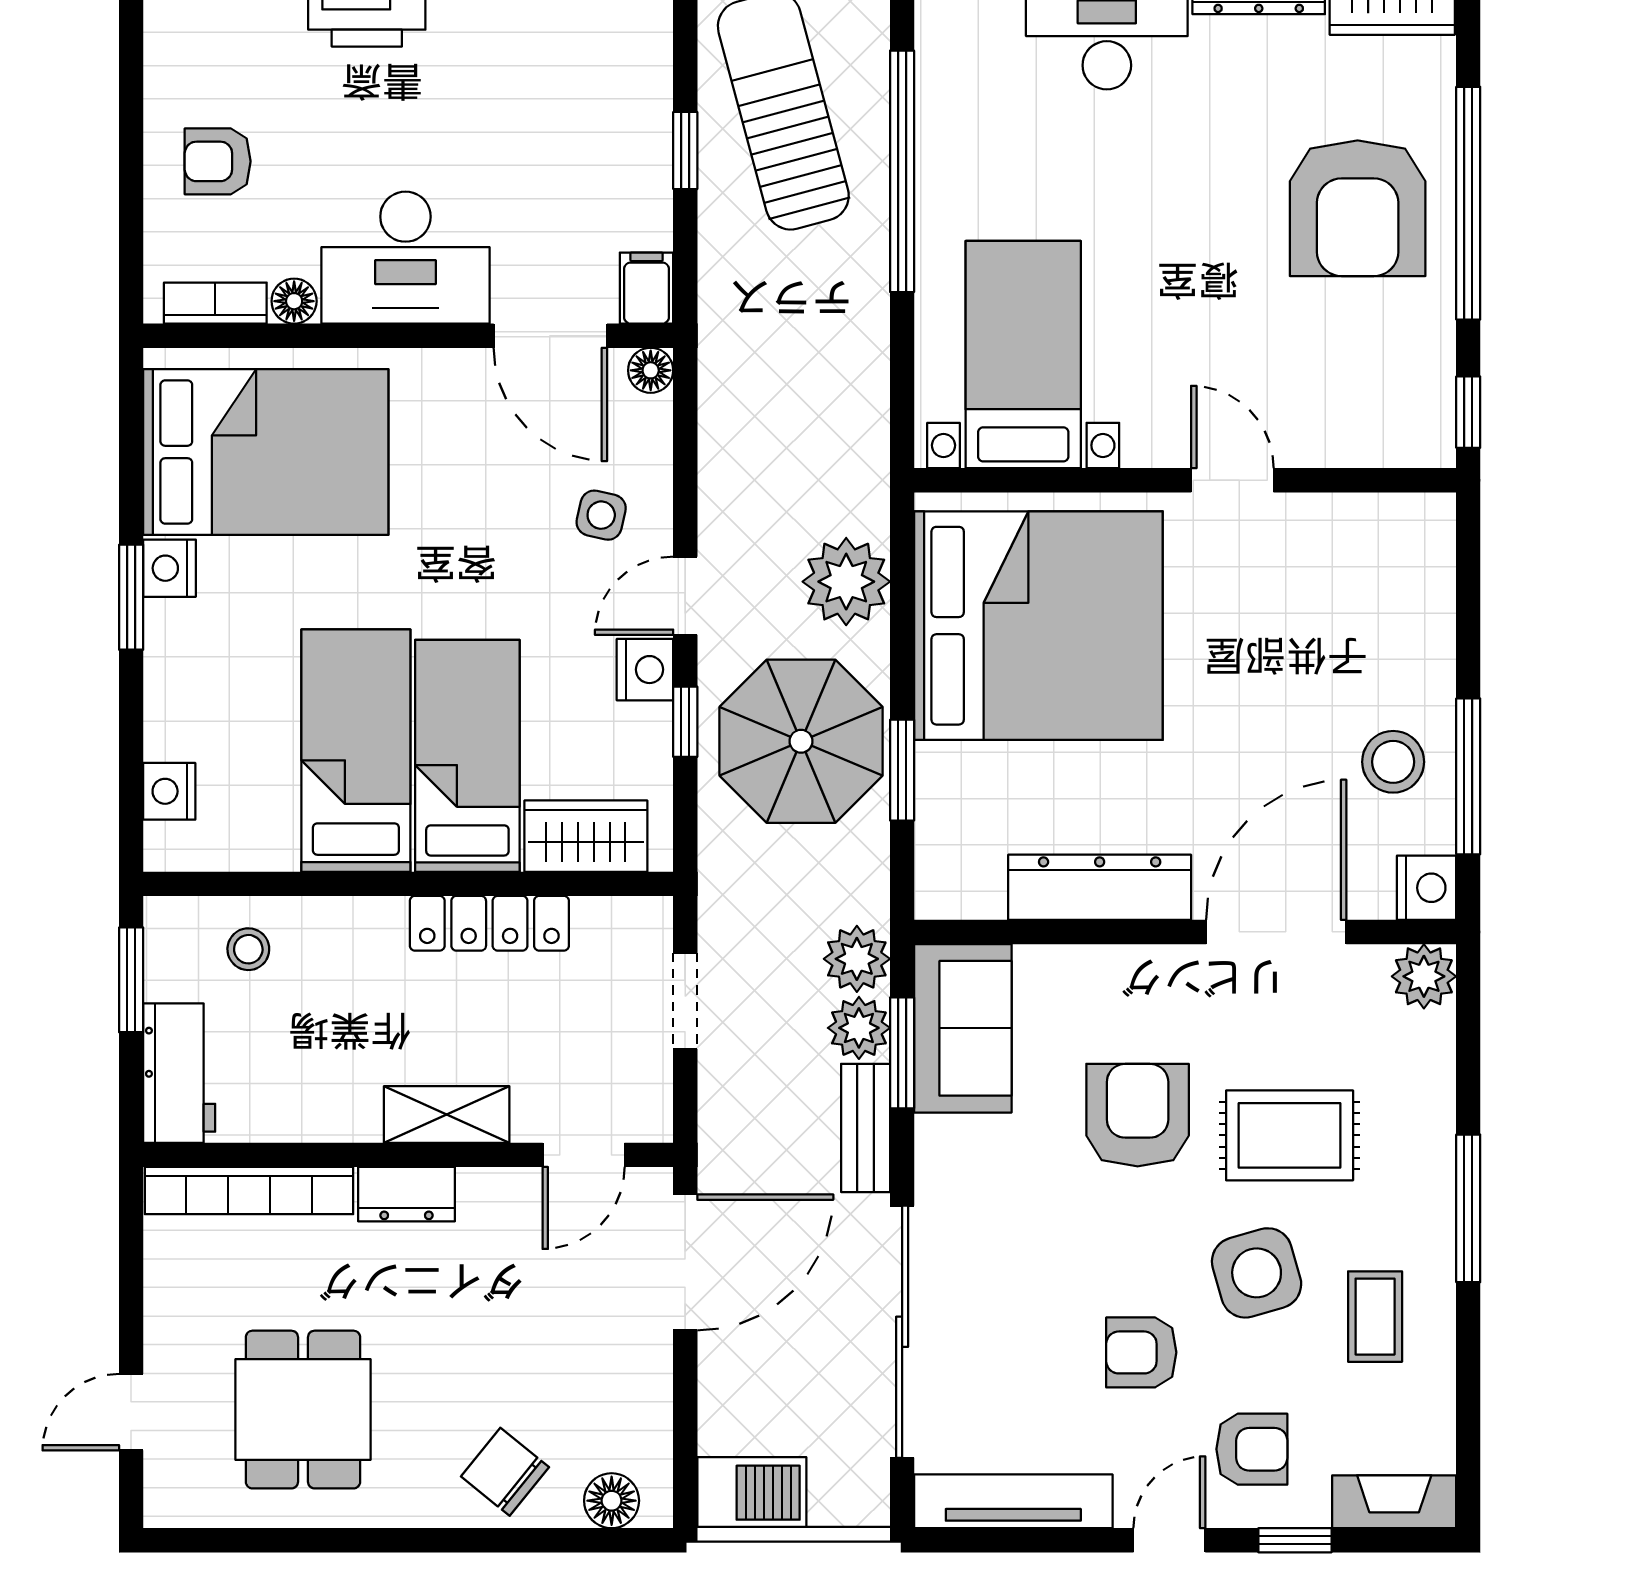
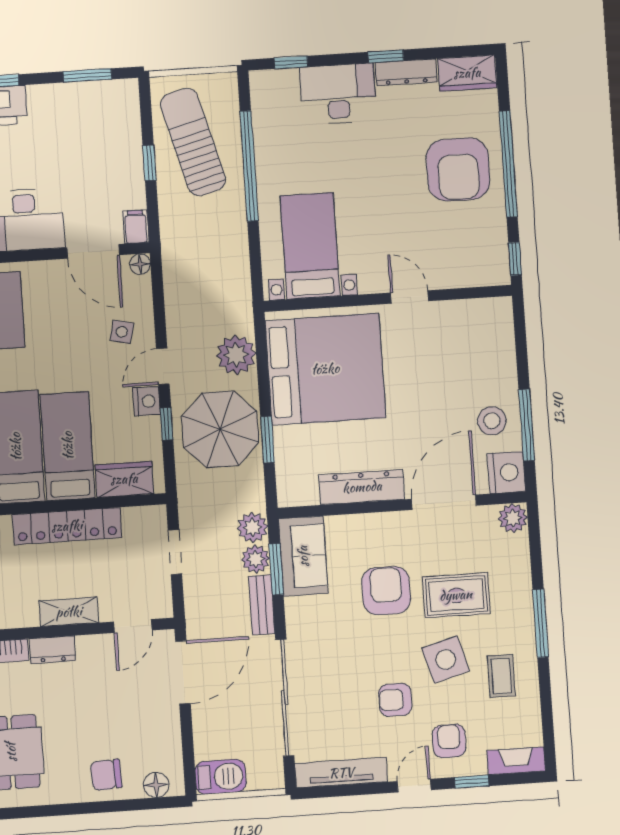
nightstand: (1427, 888) -> (506, 472), width x1.36, depth x1.33
locker: (489, 923) -> (67, 526), width x1.41, depth x1.21
armchair: (1252, 1449) -> (449, 741), turned -90
chair: (505, 1472) -> (106, 775), turned -42

